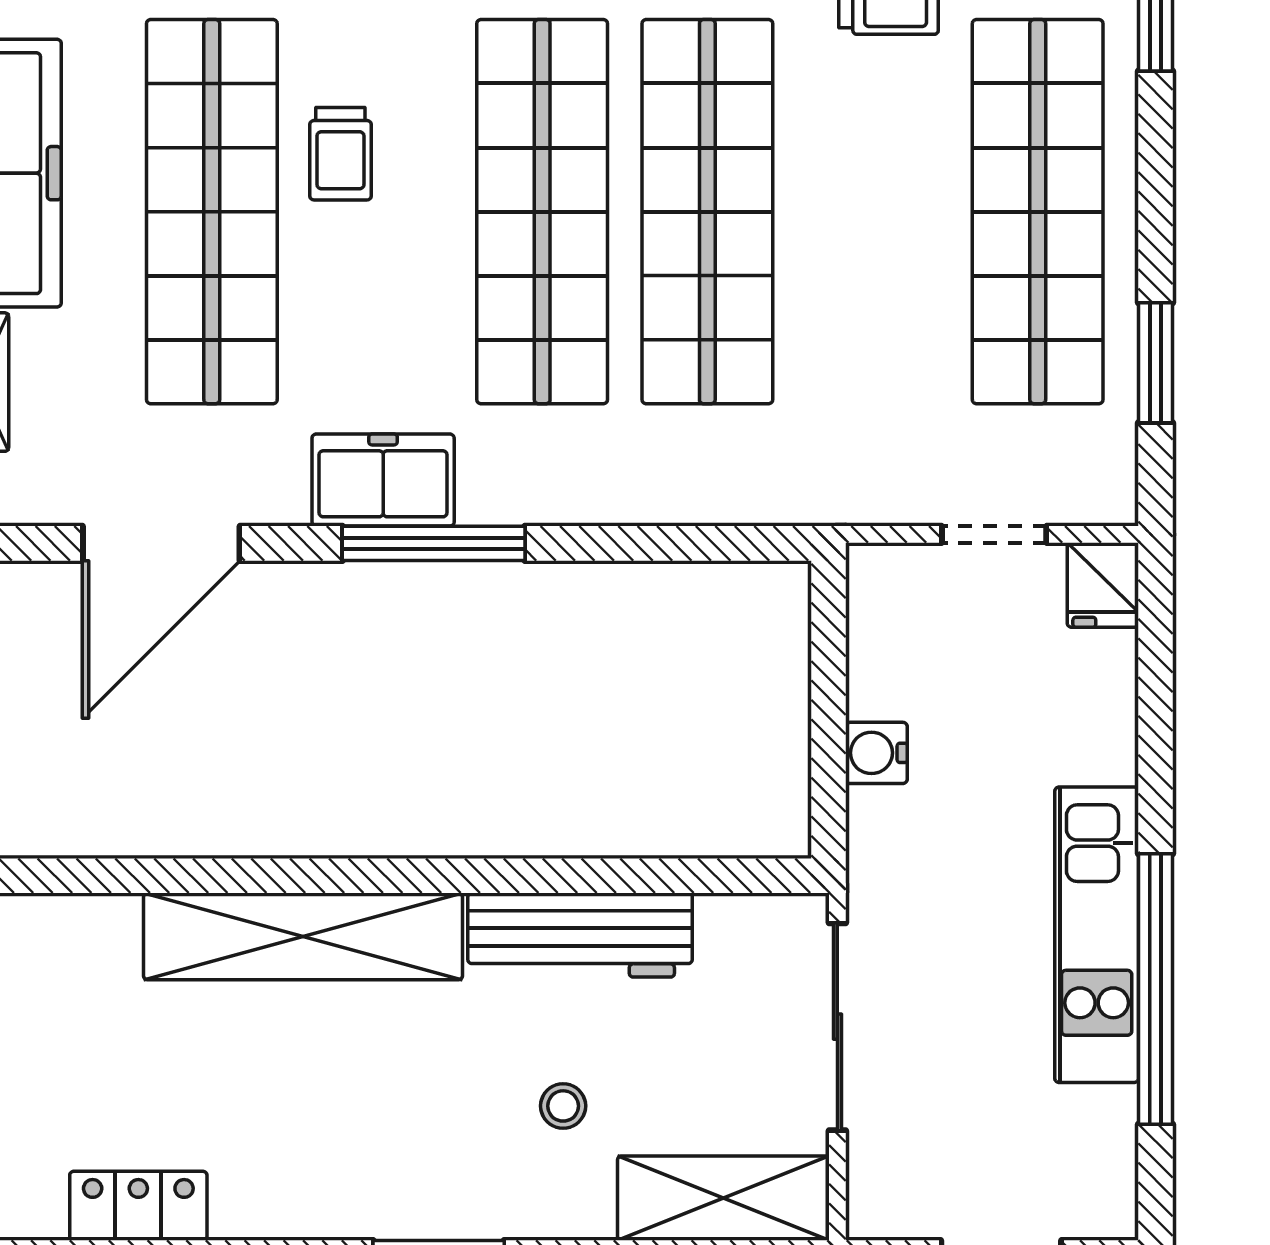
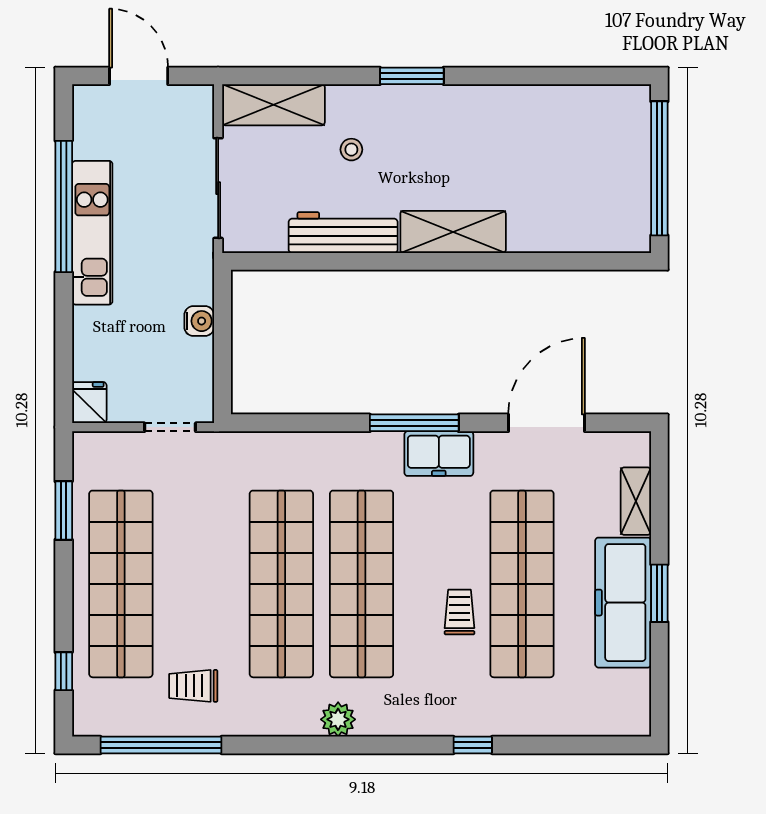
doorway: (994, 534) -> (170, 427), moved
shelving: (303, 936) -> (453, 232), width x0.68
locker: (138, 1206) -> (558, 101), removed

